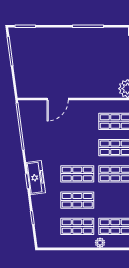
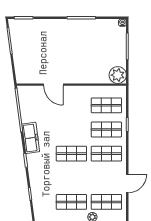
door: (58, 99) -> (53, 85), hinge flipped
freezer: (36, 178) -> (31, 138), moved
shop shelf: (77, 200) -> (71, 178), removed

